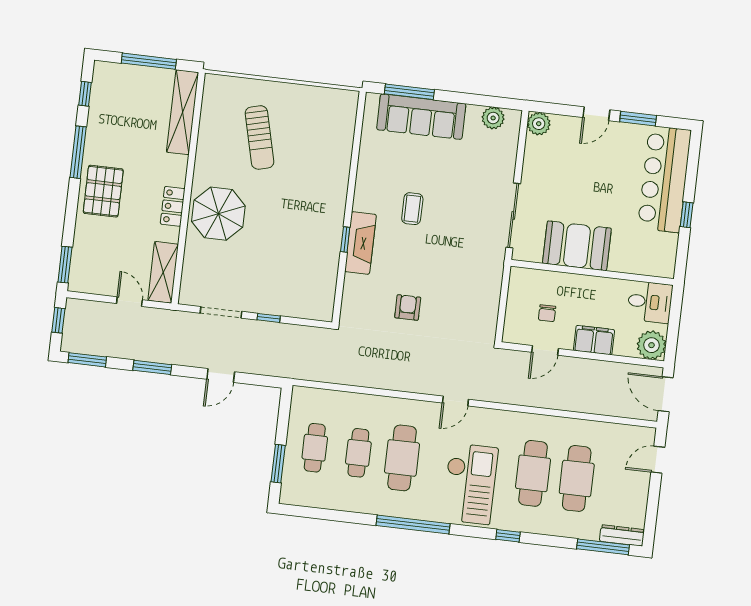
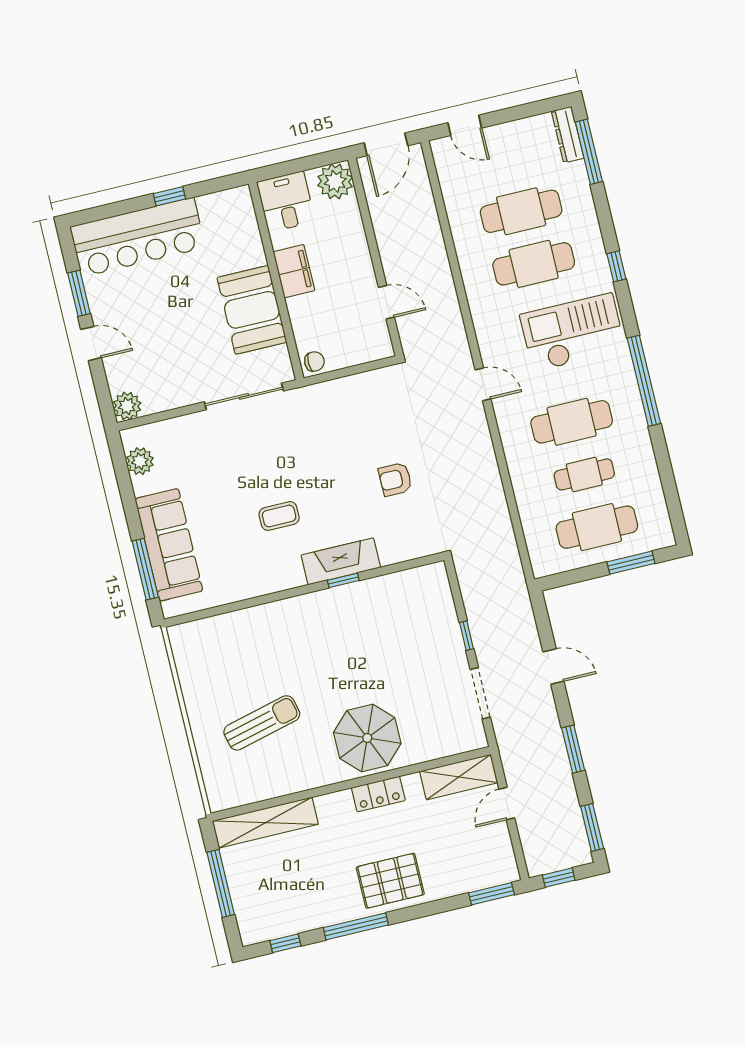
chair: (547, 313) -> (314, 362), moved
filing cabinet: (594, 340) -> (294, 271), moved, turned 180
cafe table: (315, 448) -> (597, 527), width x1.37, depth x1.35

